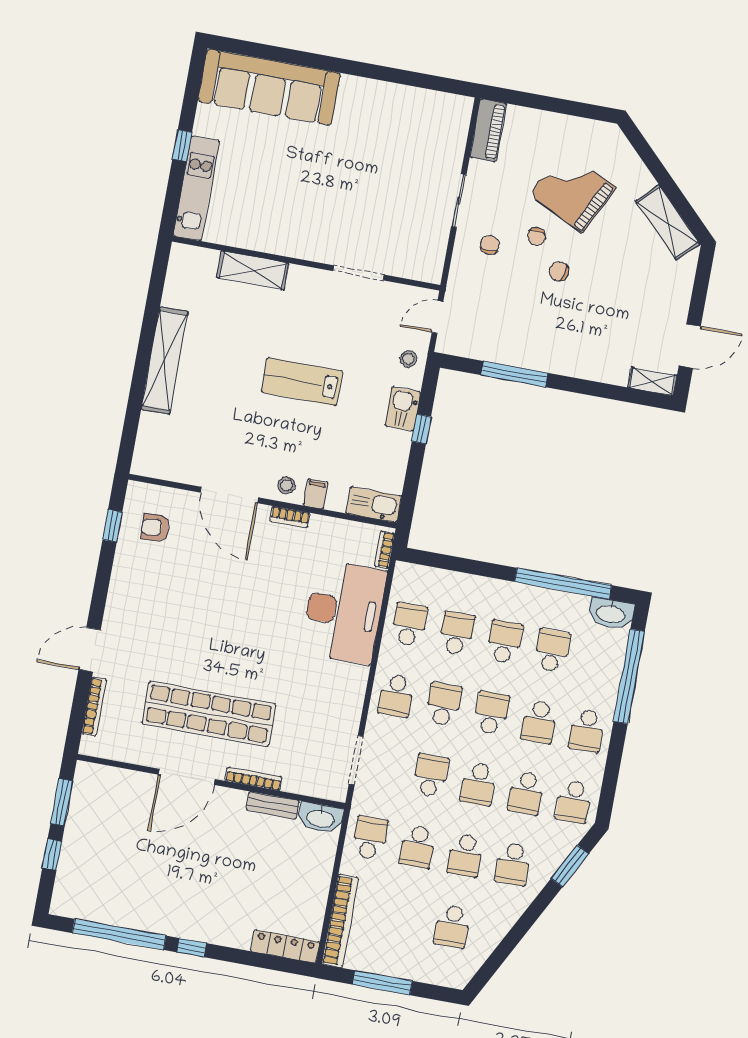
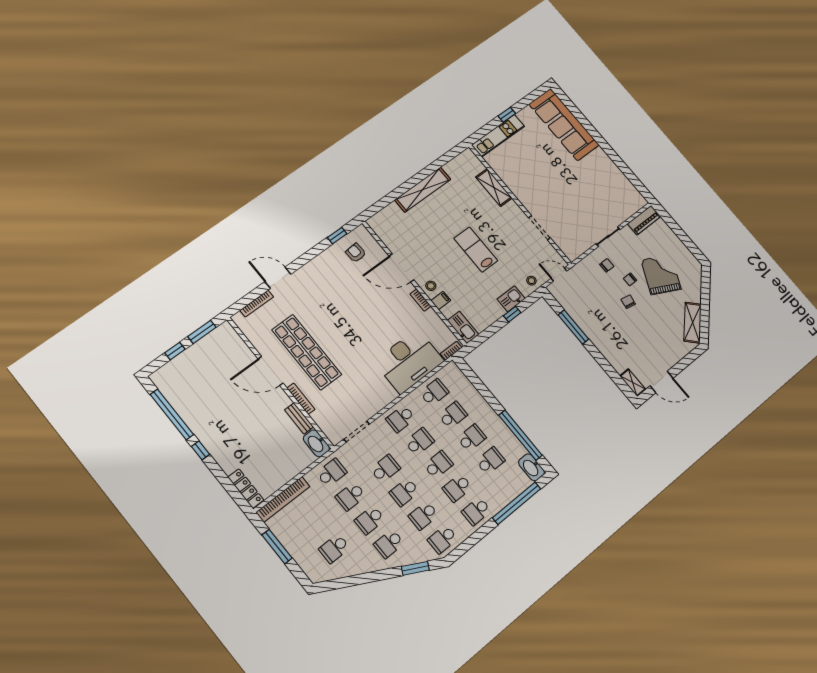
door: (229, 495) -> (402, 268), hinge flipped

